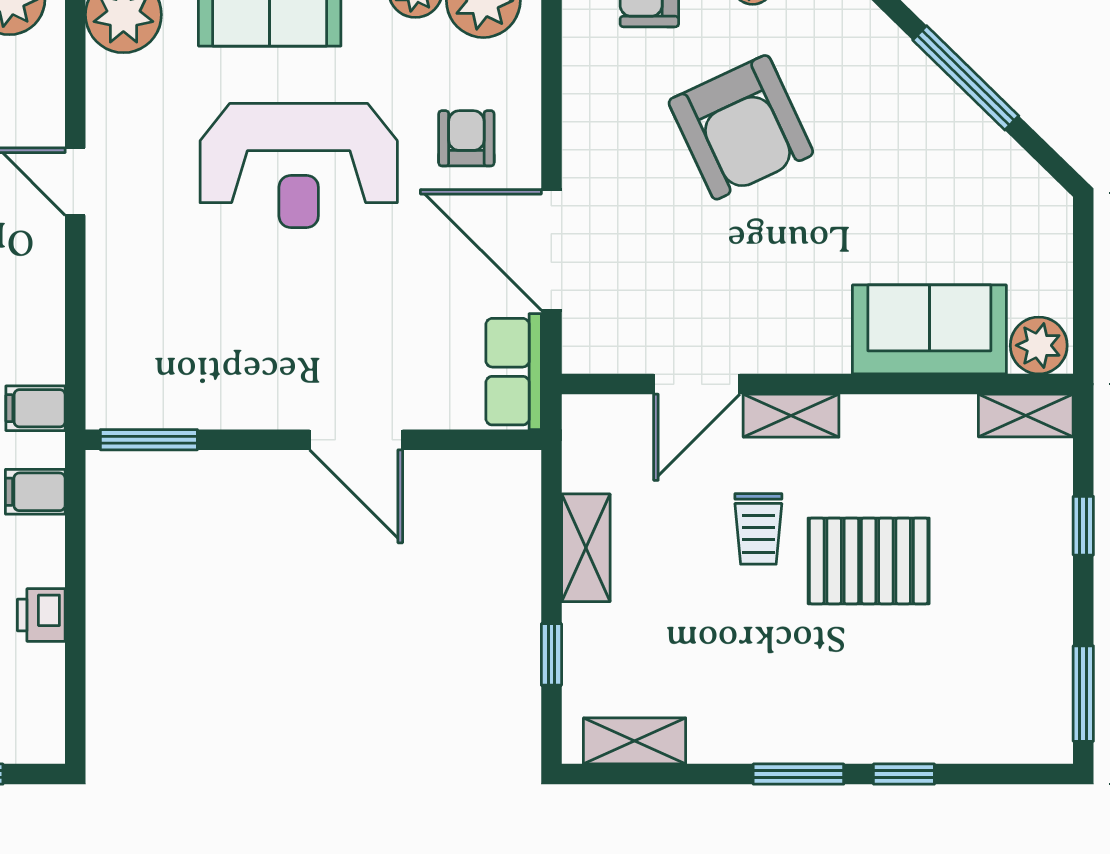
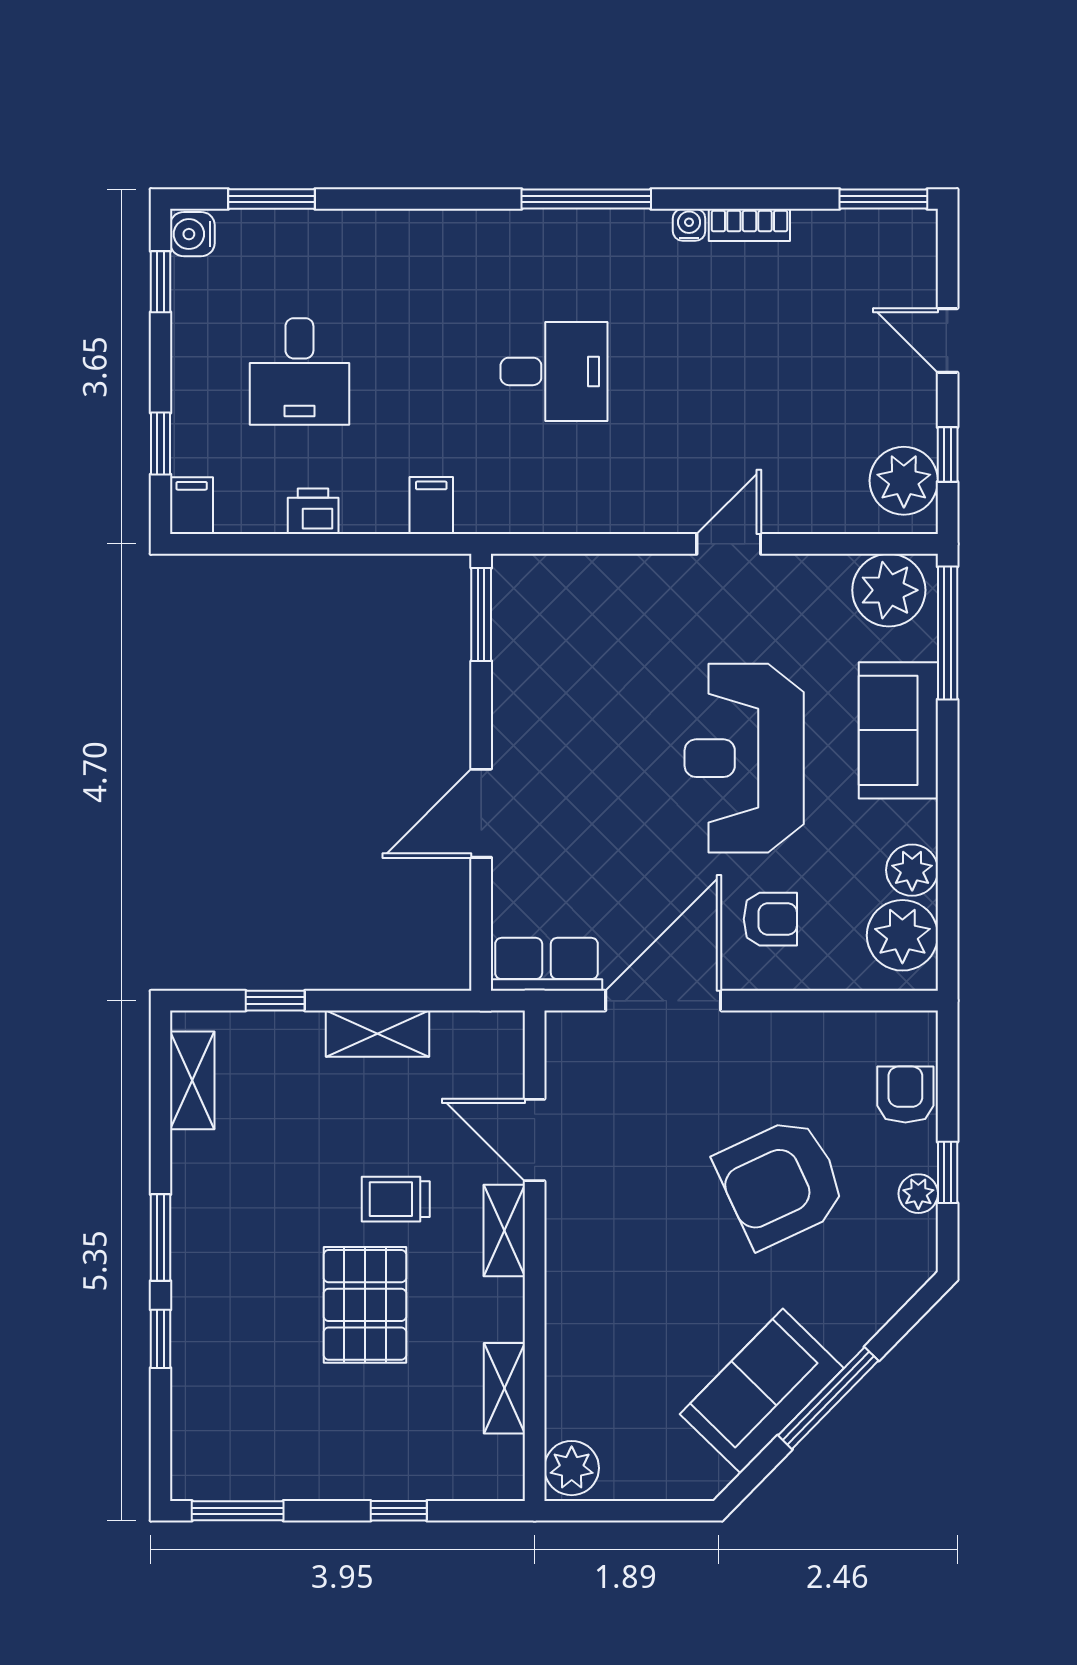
sofa: (929, 329) -> (762, 1391), moved, turned -136
filing cabinet: (35, 408) -> (192, 506), moved
shelving: (1026, 415) -> (504, 1388), moved

